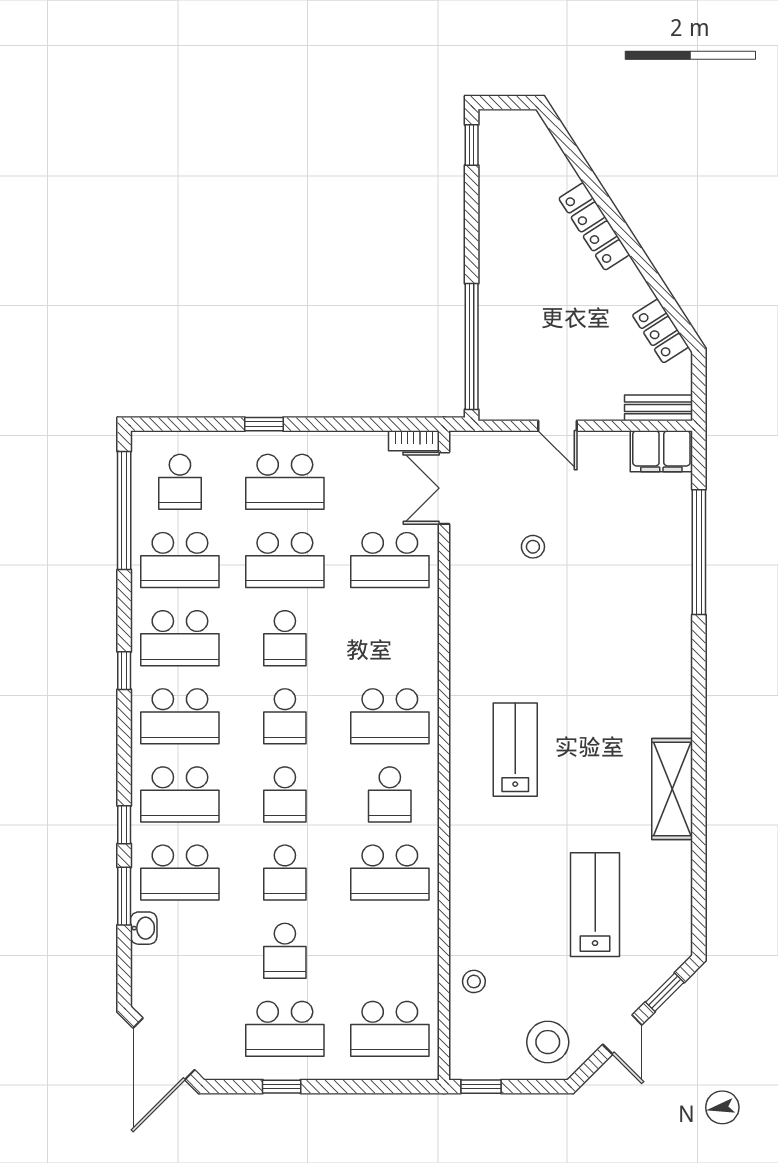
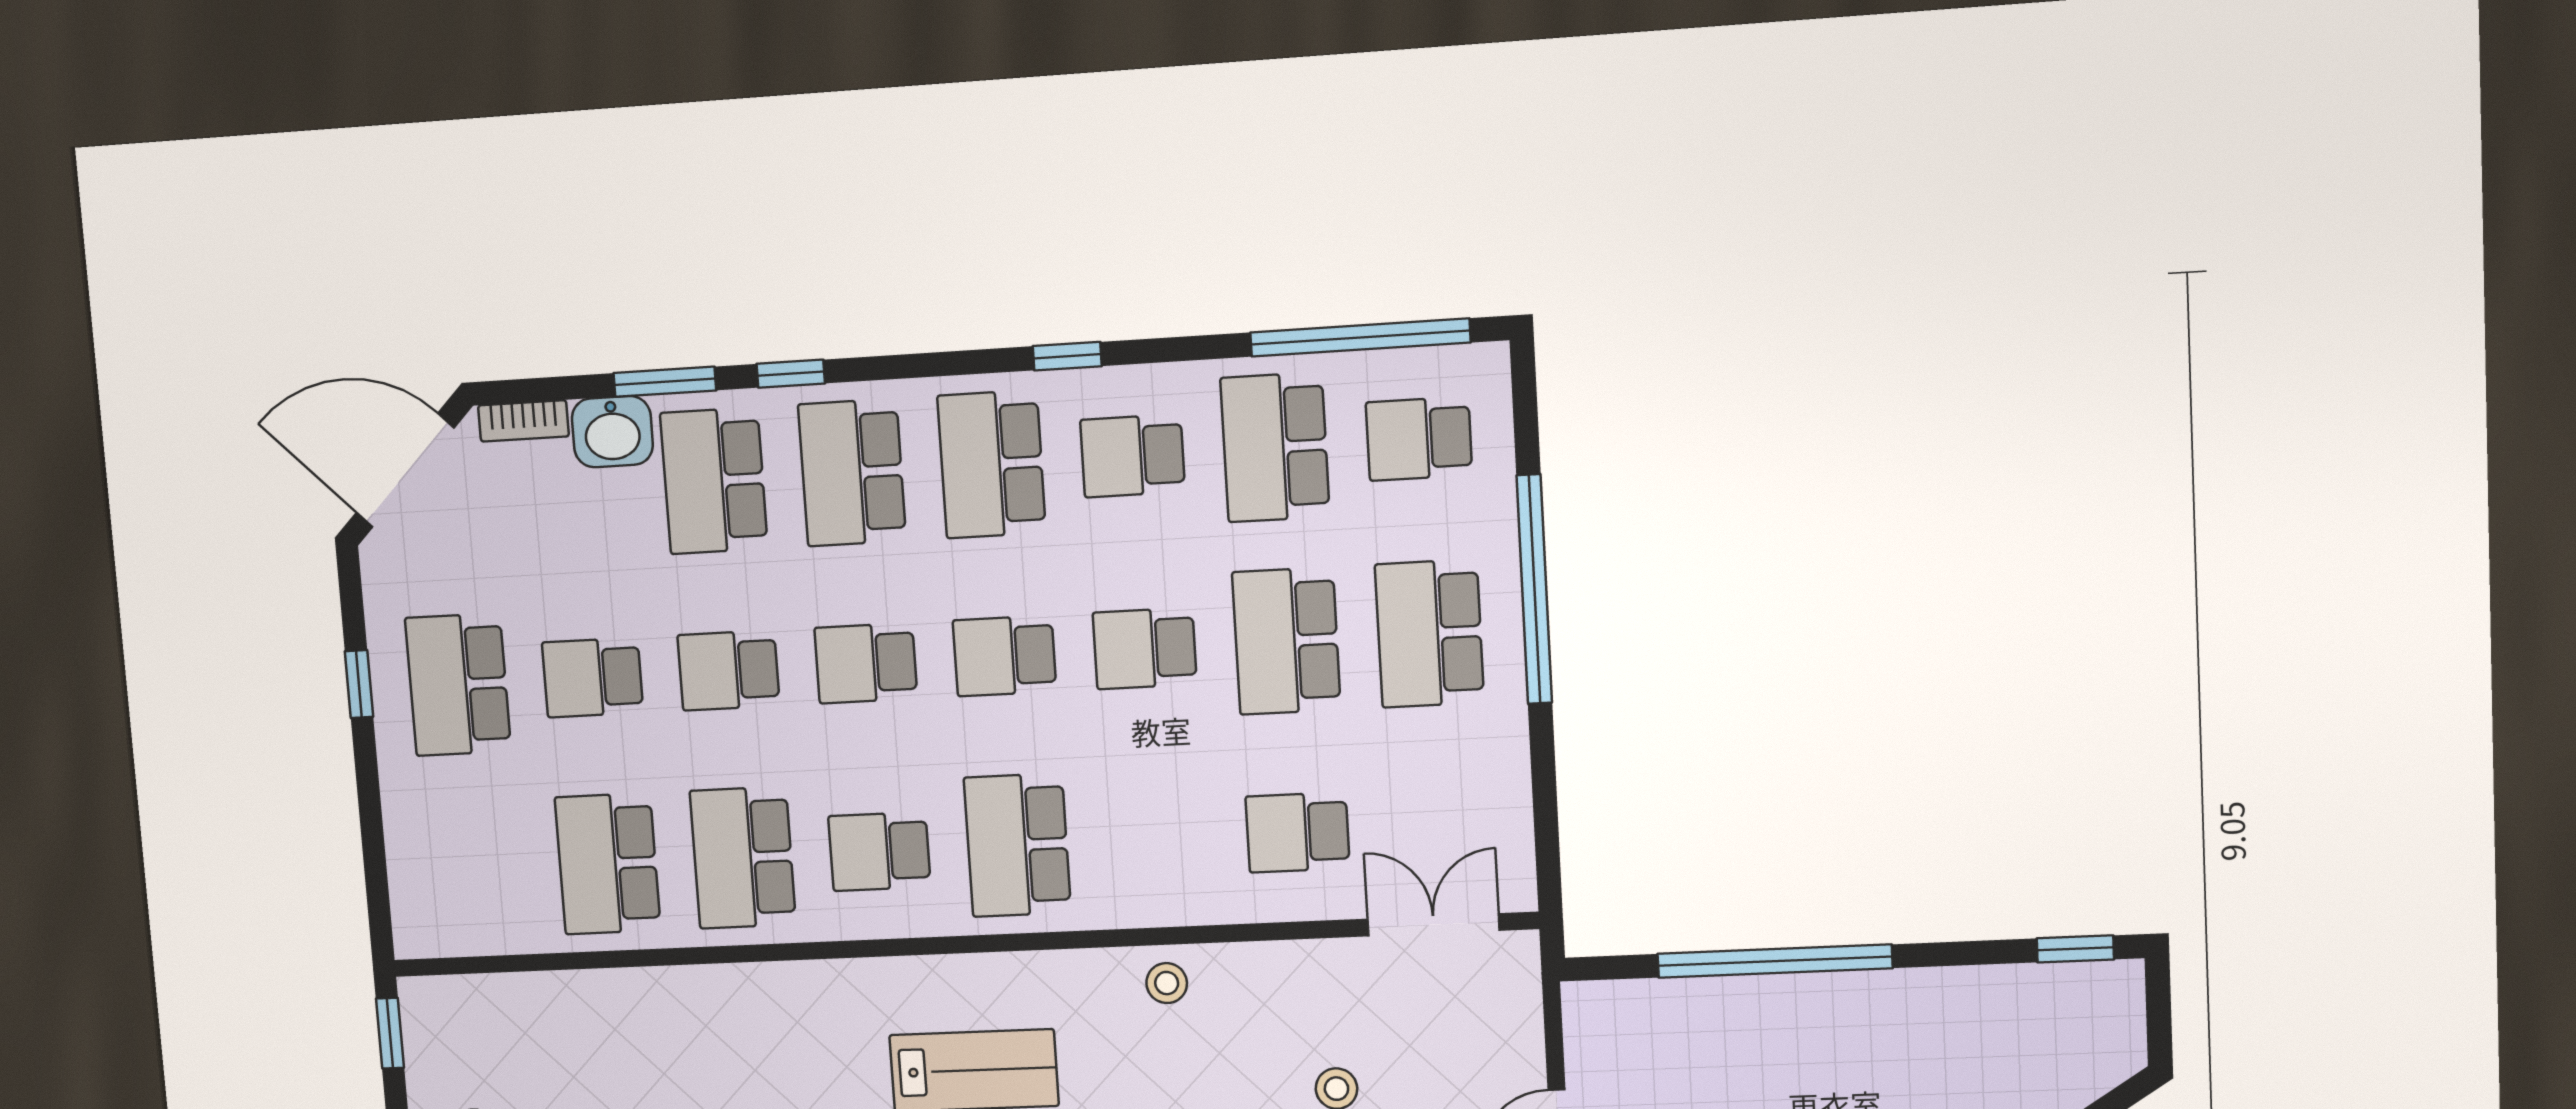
window: (472, 347) -> (1775, 961), moved
window: (264, 424) -> (1534, 589), width x3.17
bookcase: (414, 441) -> (523, 421), moved, turned -90
school desk: (390, 560) -> (1298, 832), width x0.54
school desk: (180, 638) -> (1133, 456), width x0.54
washbasin: (144, 928) -> (612, 432), width x1.38, depth x1.45
stool: (474, 981) -> (1167, 983), moved
school desk: (390, 1029) -> (608, 864), moved

